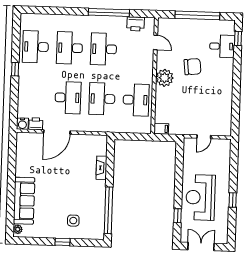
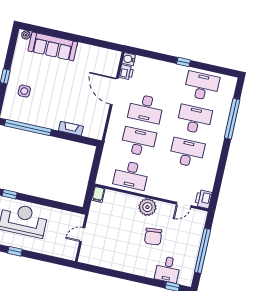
window: (109, 12) -> (232, 119), moved
printer: (136, 24) -> (203, 199), moved
door: (204, 137) -> (82, 235), hinge flipped

